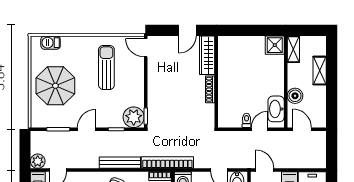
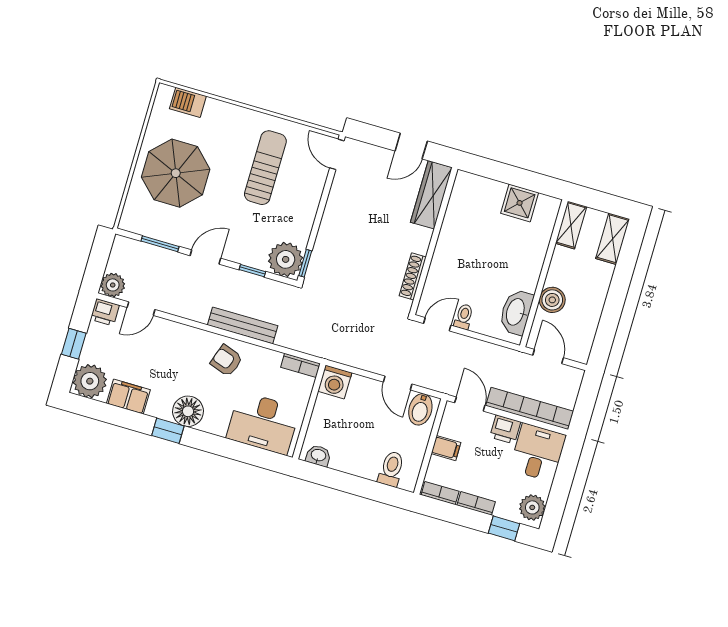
shower: (275, 45) -> (520, 203), moved
shelving: (320, 71) -> (613, 239), moved
shoe rack: (210, 89) -> (413, 276), moved
door: (260, 129) -> (437, 324), moved
bookcase: (167, 163) -> (530, 408), moved

